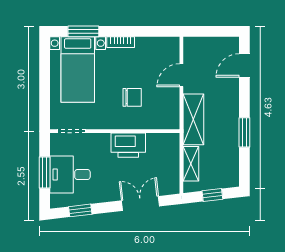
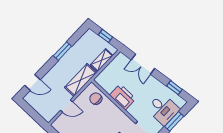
chair: (132, 97) -> (96, 99), moved

